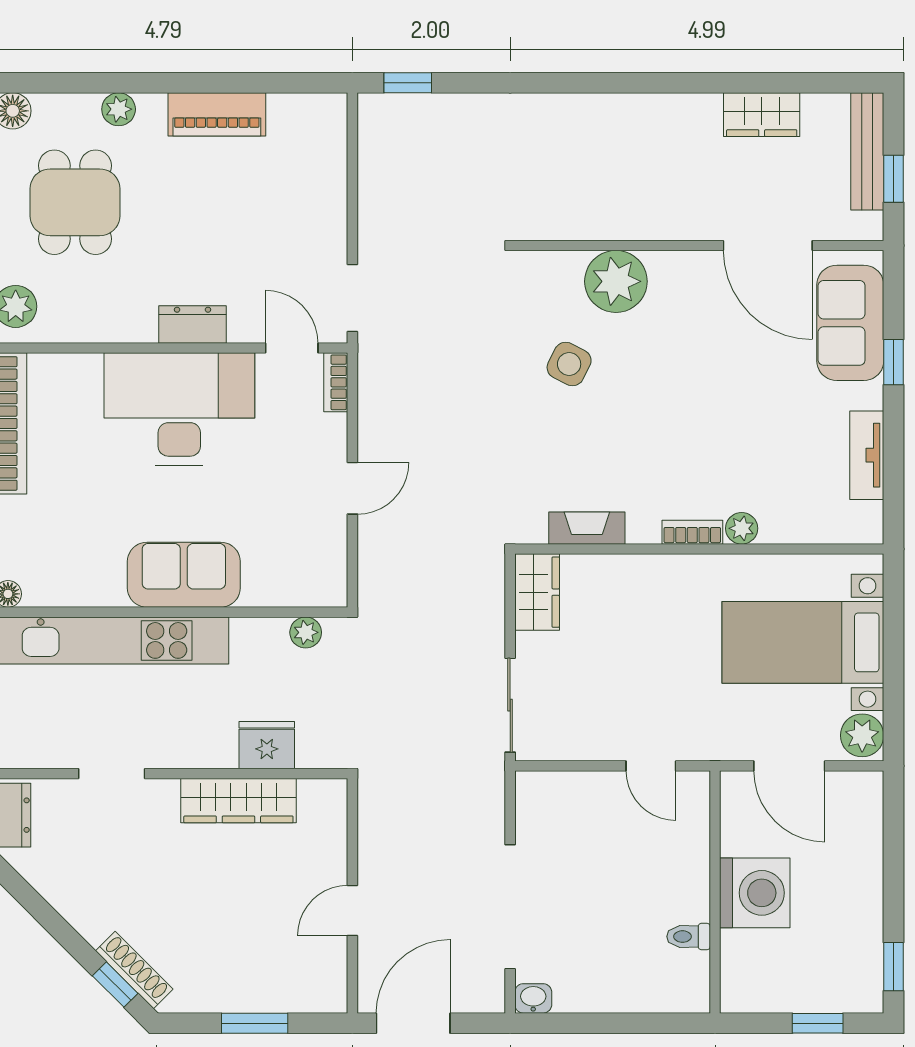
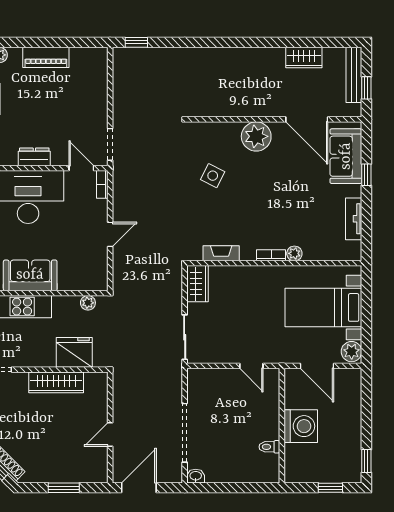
plant: (616, 281) -> (256, 136), moved
fridge: (267, 745) -> (74, 352), width x1.36, depth x1.34

